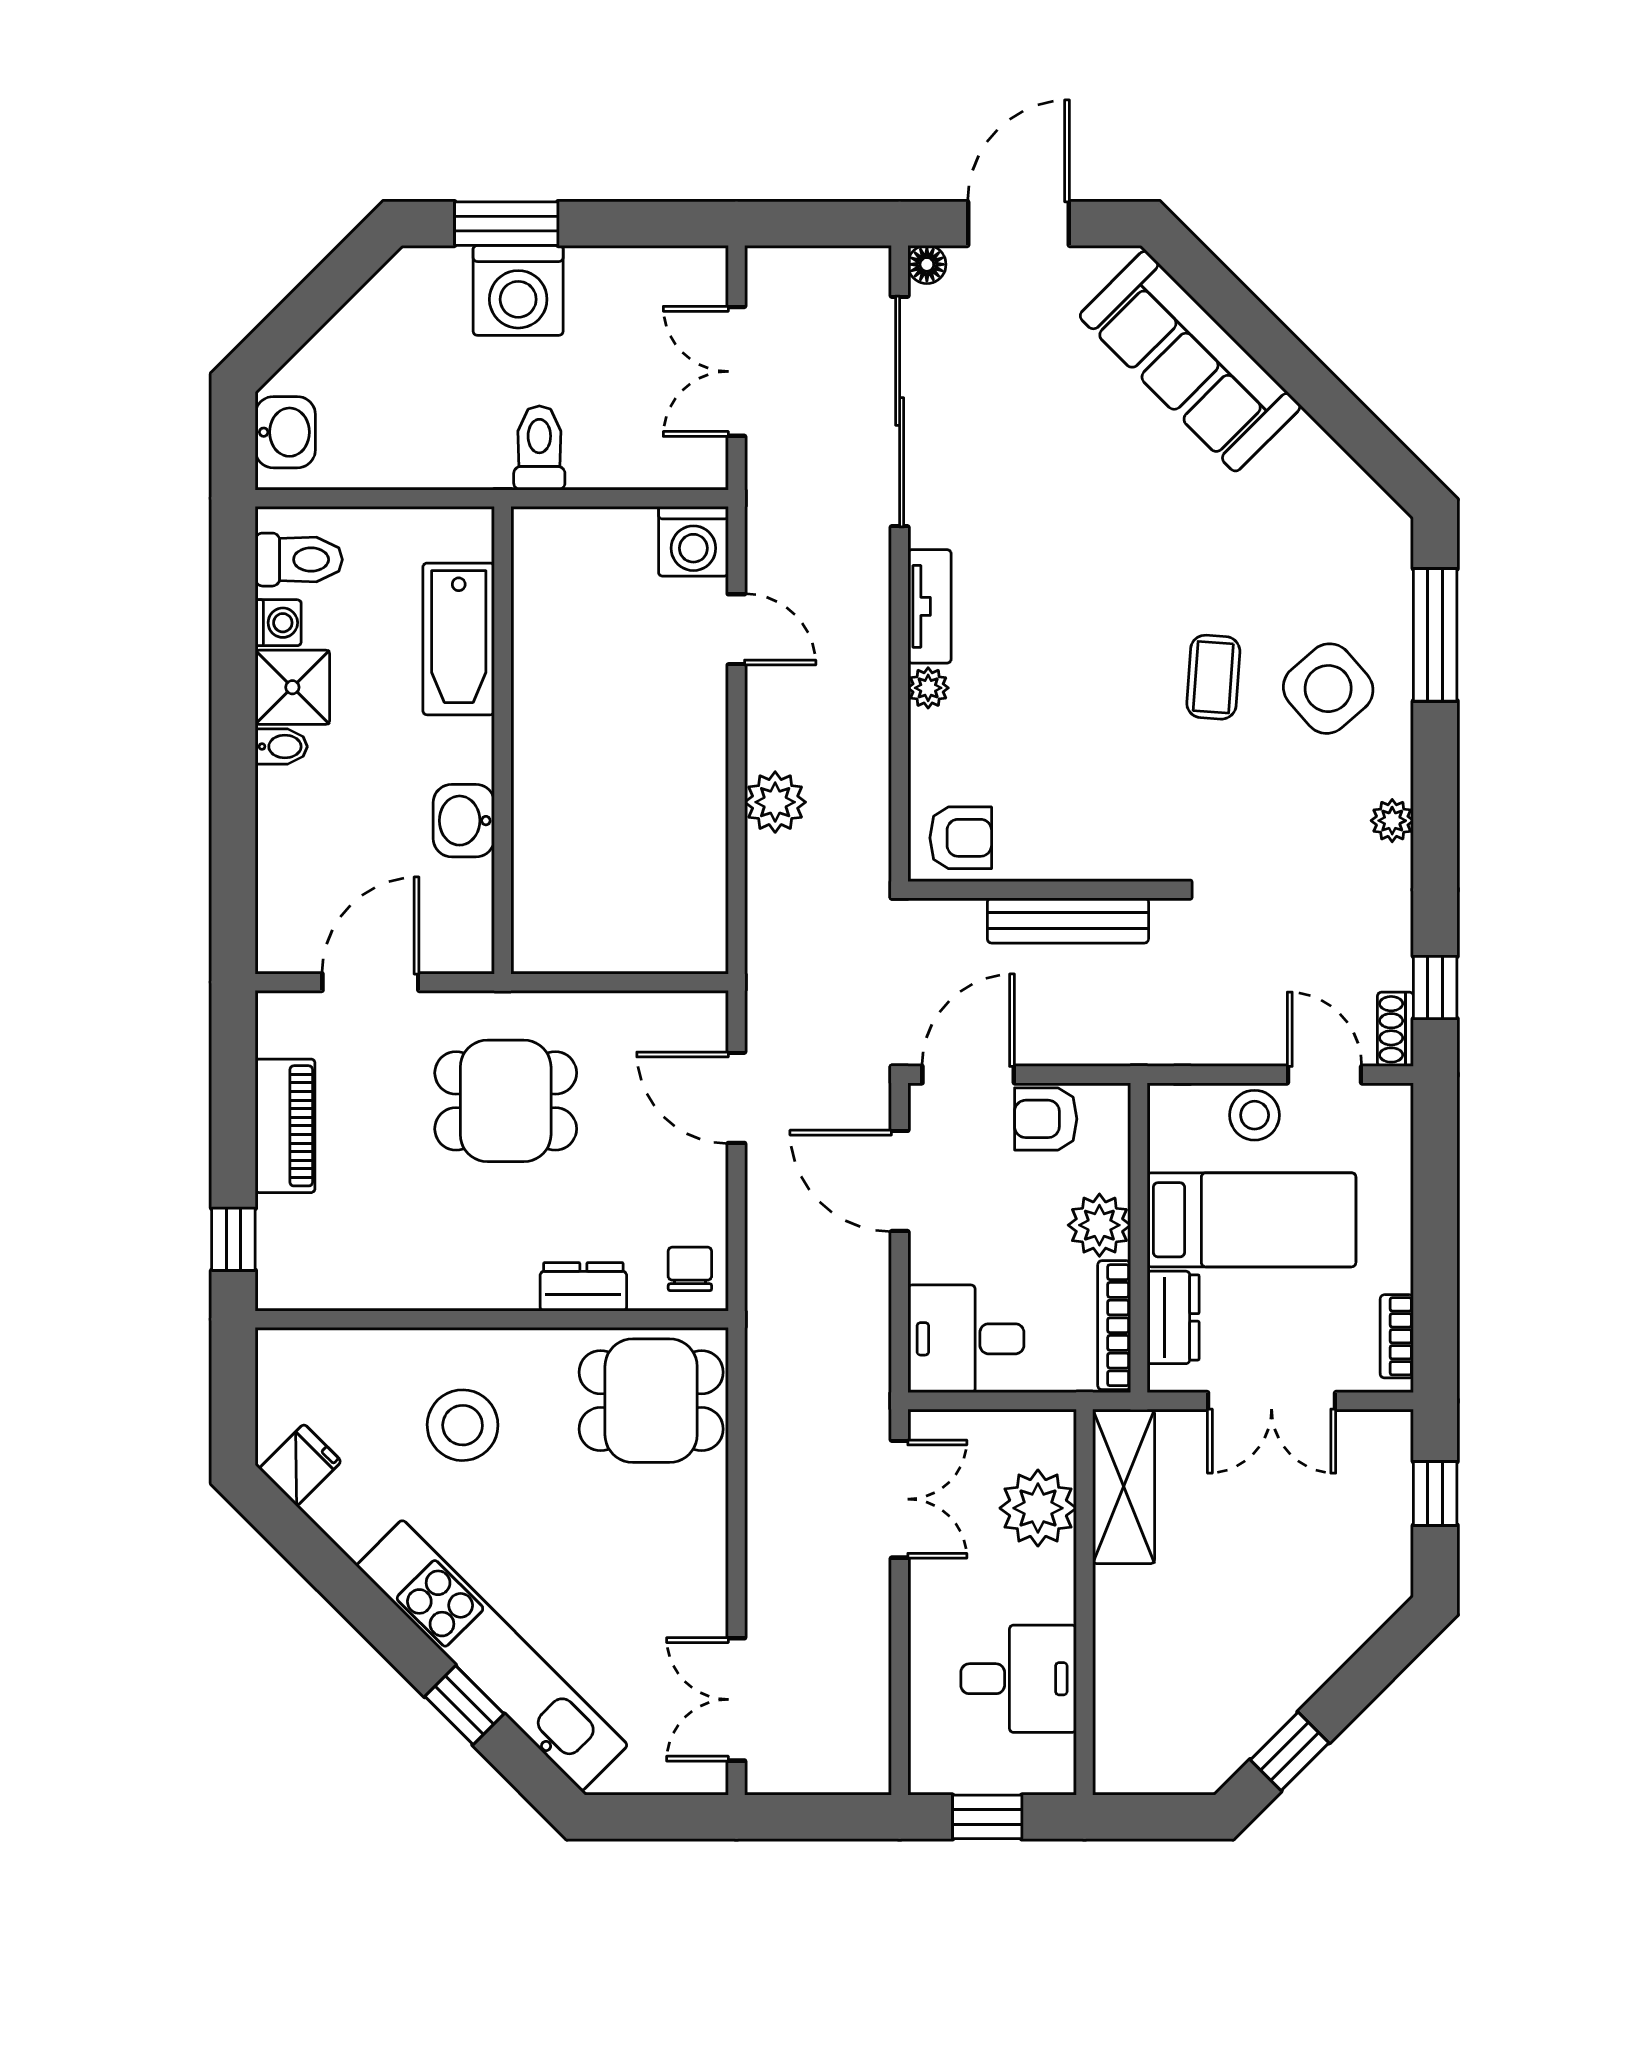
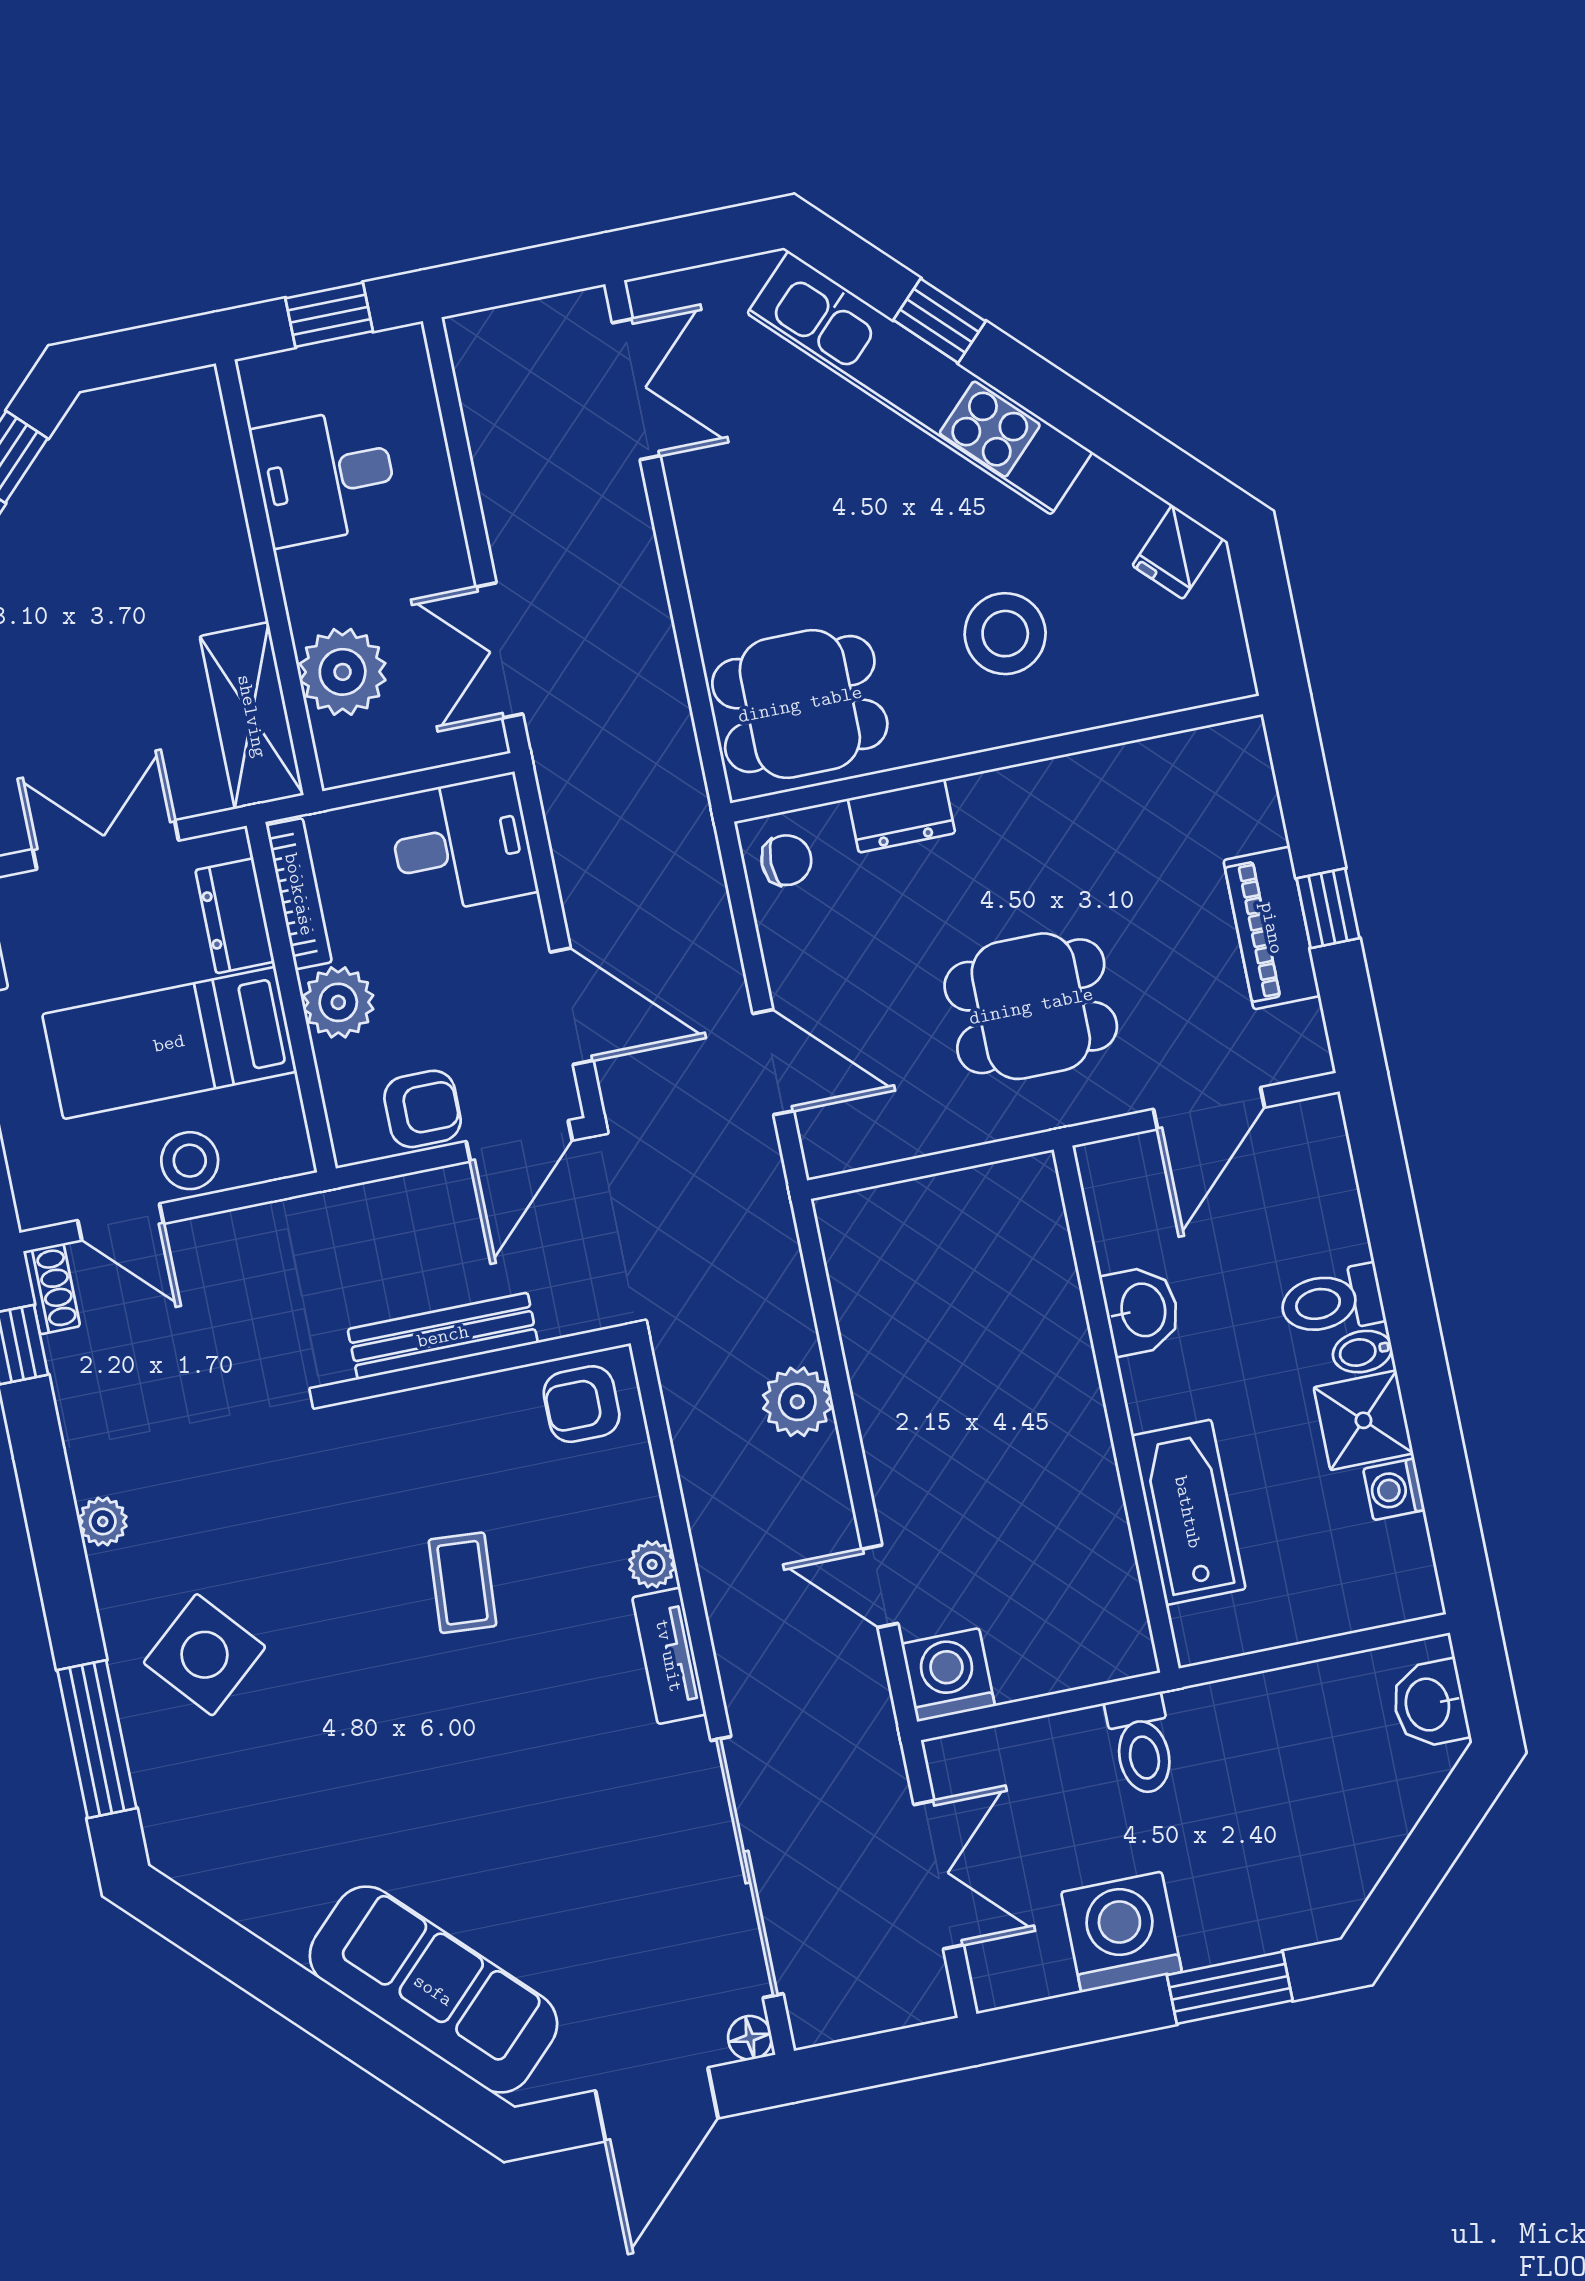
washing machine: (518, 290) -> (1122, 1932), moved
toilet: (299, 560) -> (1332, 1301), moved
coffee table: (1213, 677) -> (462, 1583), moved
window: (233, 1239) -> (1328, 908), moved
chair: (690, 1269) -> (786, 860), turned -90

